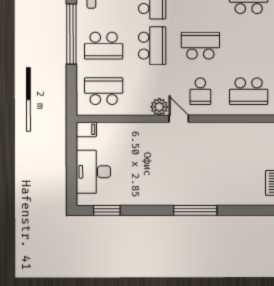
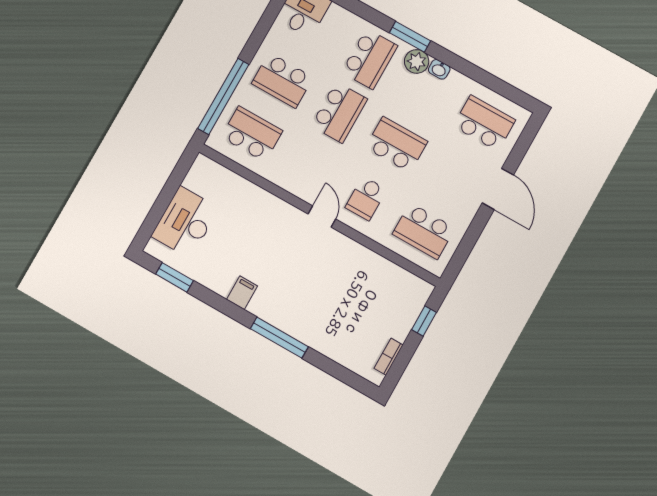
window: (71, 34) -> (223, 96), moved
plant: (159, 107) -> (307, 189), removed
filing cabinet: (86, 129) -> (242, 293), moved, turned -90

